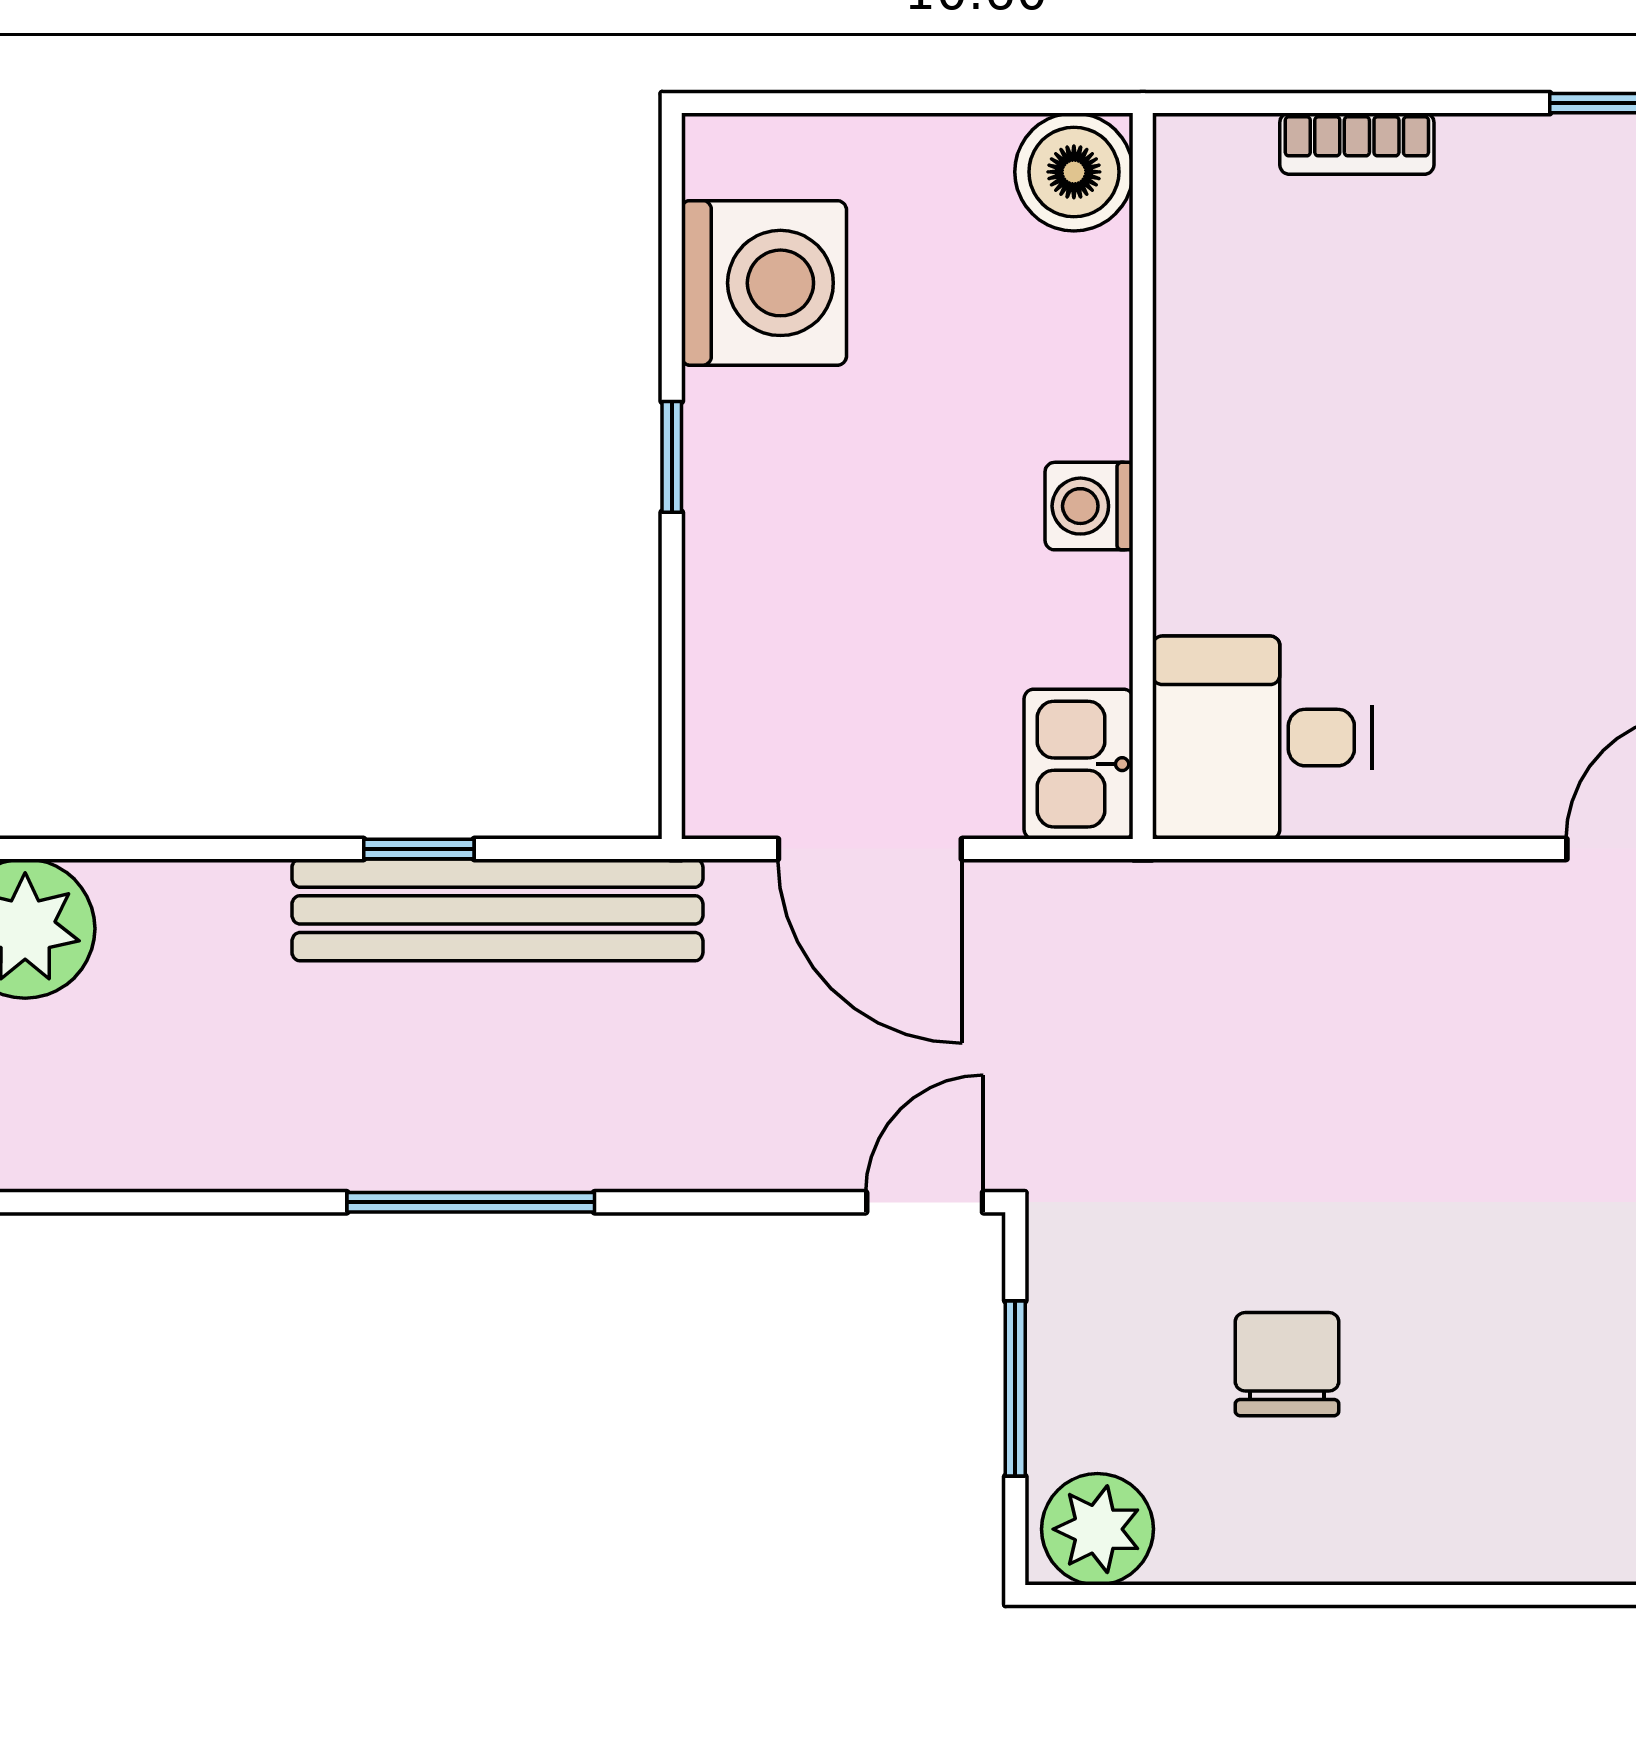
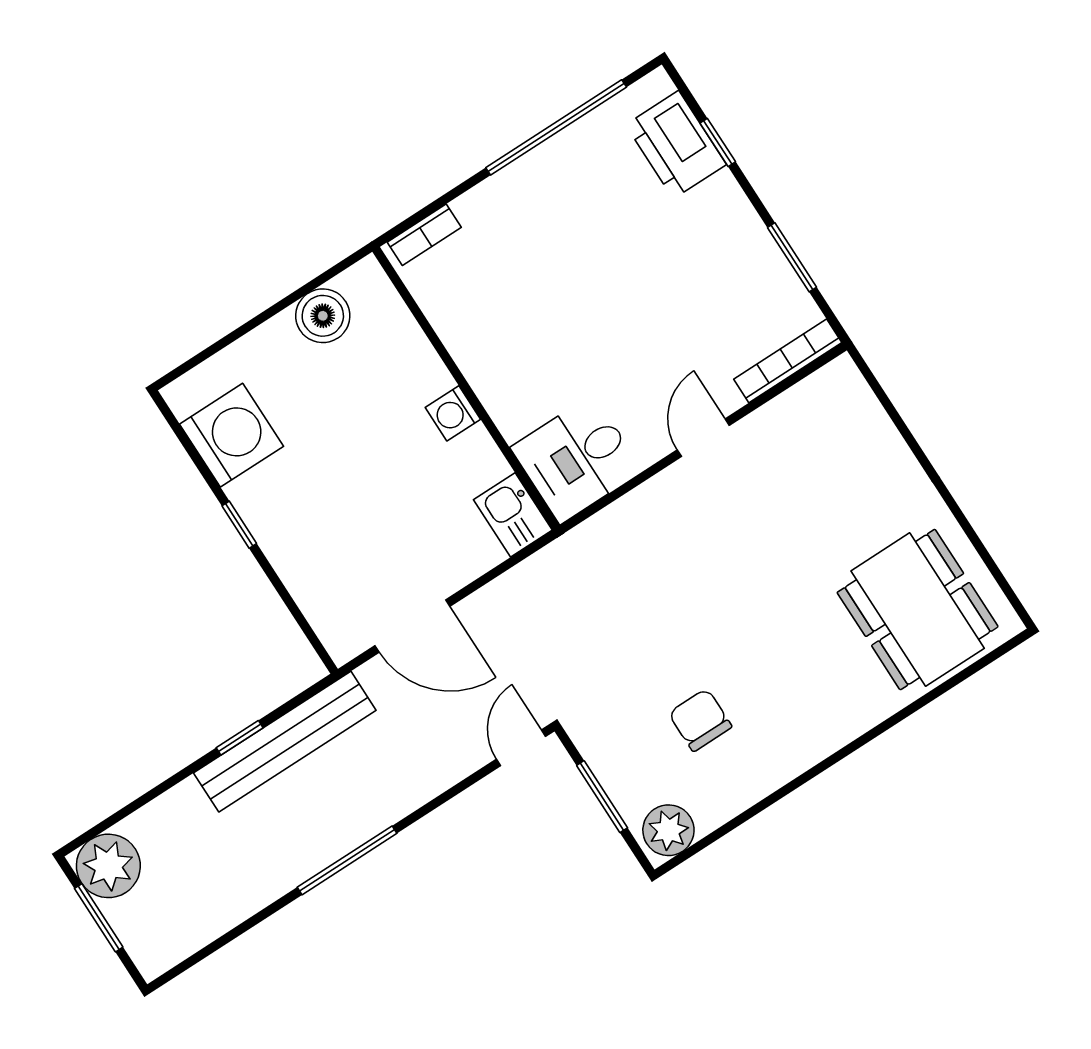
wall: (1143, 476) -> (466, 388), moved
washing machine: (1089, 506) -> (453, 413), moved
desk: (1262, 738) -> (577, 459), moved
kitchen sink: (1079, 764) -> (513, 515), moved

